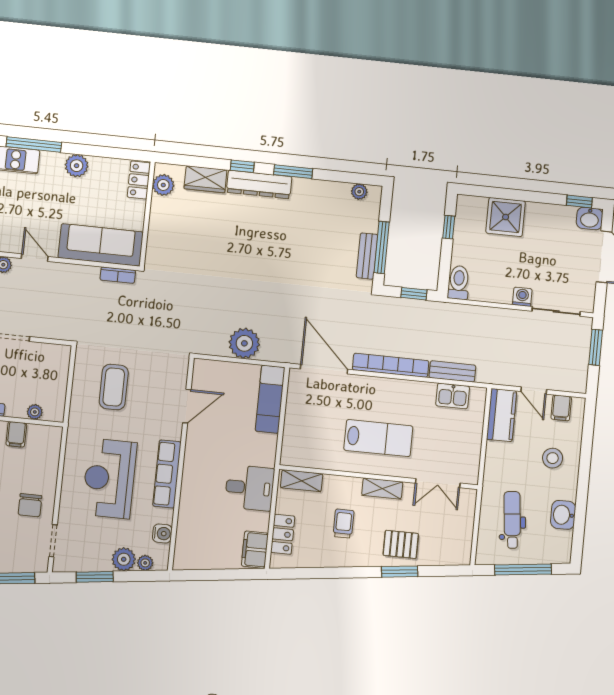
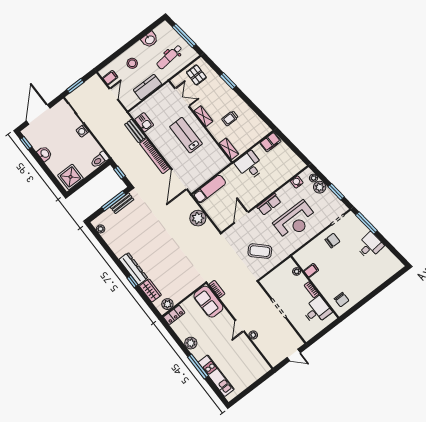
window: (293, 172) -> (116, 261), removed
shower: (506, 217) -> (70, 177), moved
washbasin: (590, 218) -> (45, 154), moved
window: (449, 227) -> (82, 183), removed
sofa: (101, 245) -> (208, 302), width x0.73
coffee table: (114, 387) -> (260, 251), turned 44
door: (187, 406) -> (241, 217), hinge flipped
kitchen counter: (502, 415) -> (147, 87), moved
row of seats: (167, 474) -> (269, 204), width x0.68
locker: (283, 534) -> (255, 137), removed
pallet: (401, 544) -> (196, 75), moved

